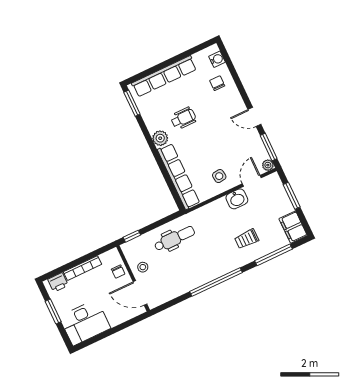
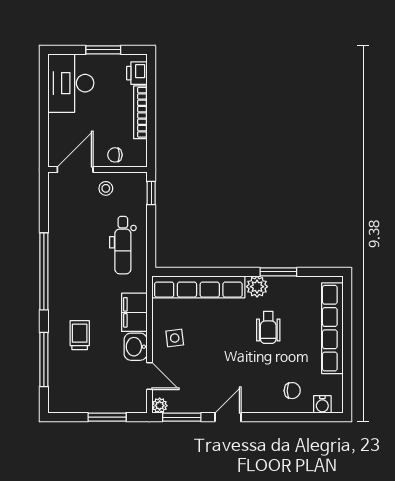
window: (132, 103) -> (278, 272), moved
filing cabinet: (293, 227) -> (134, 312), moved, turned -90

